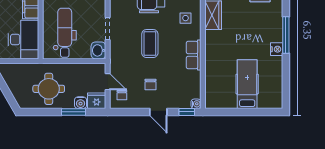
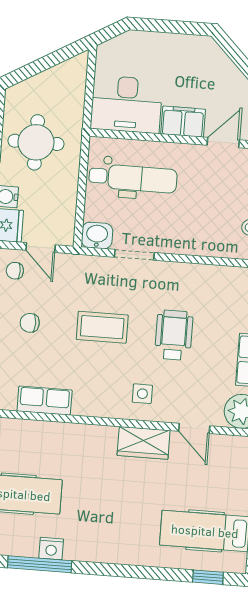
window: (286, 35) -> (40, 564), moved
nightstand: (277, 49) -> (51, 549), moved
row of seats: (194, 55) -> (45, 401), moved
door: (108, 82) -> (41, 248), hinge flipped

